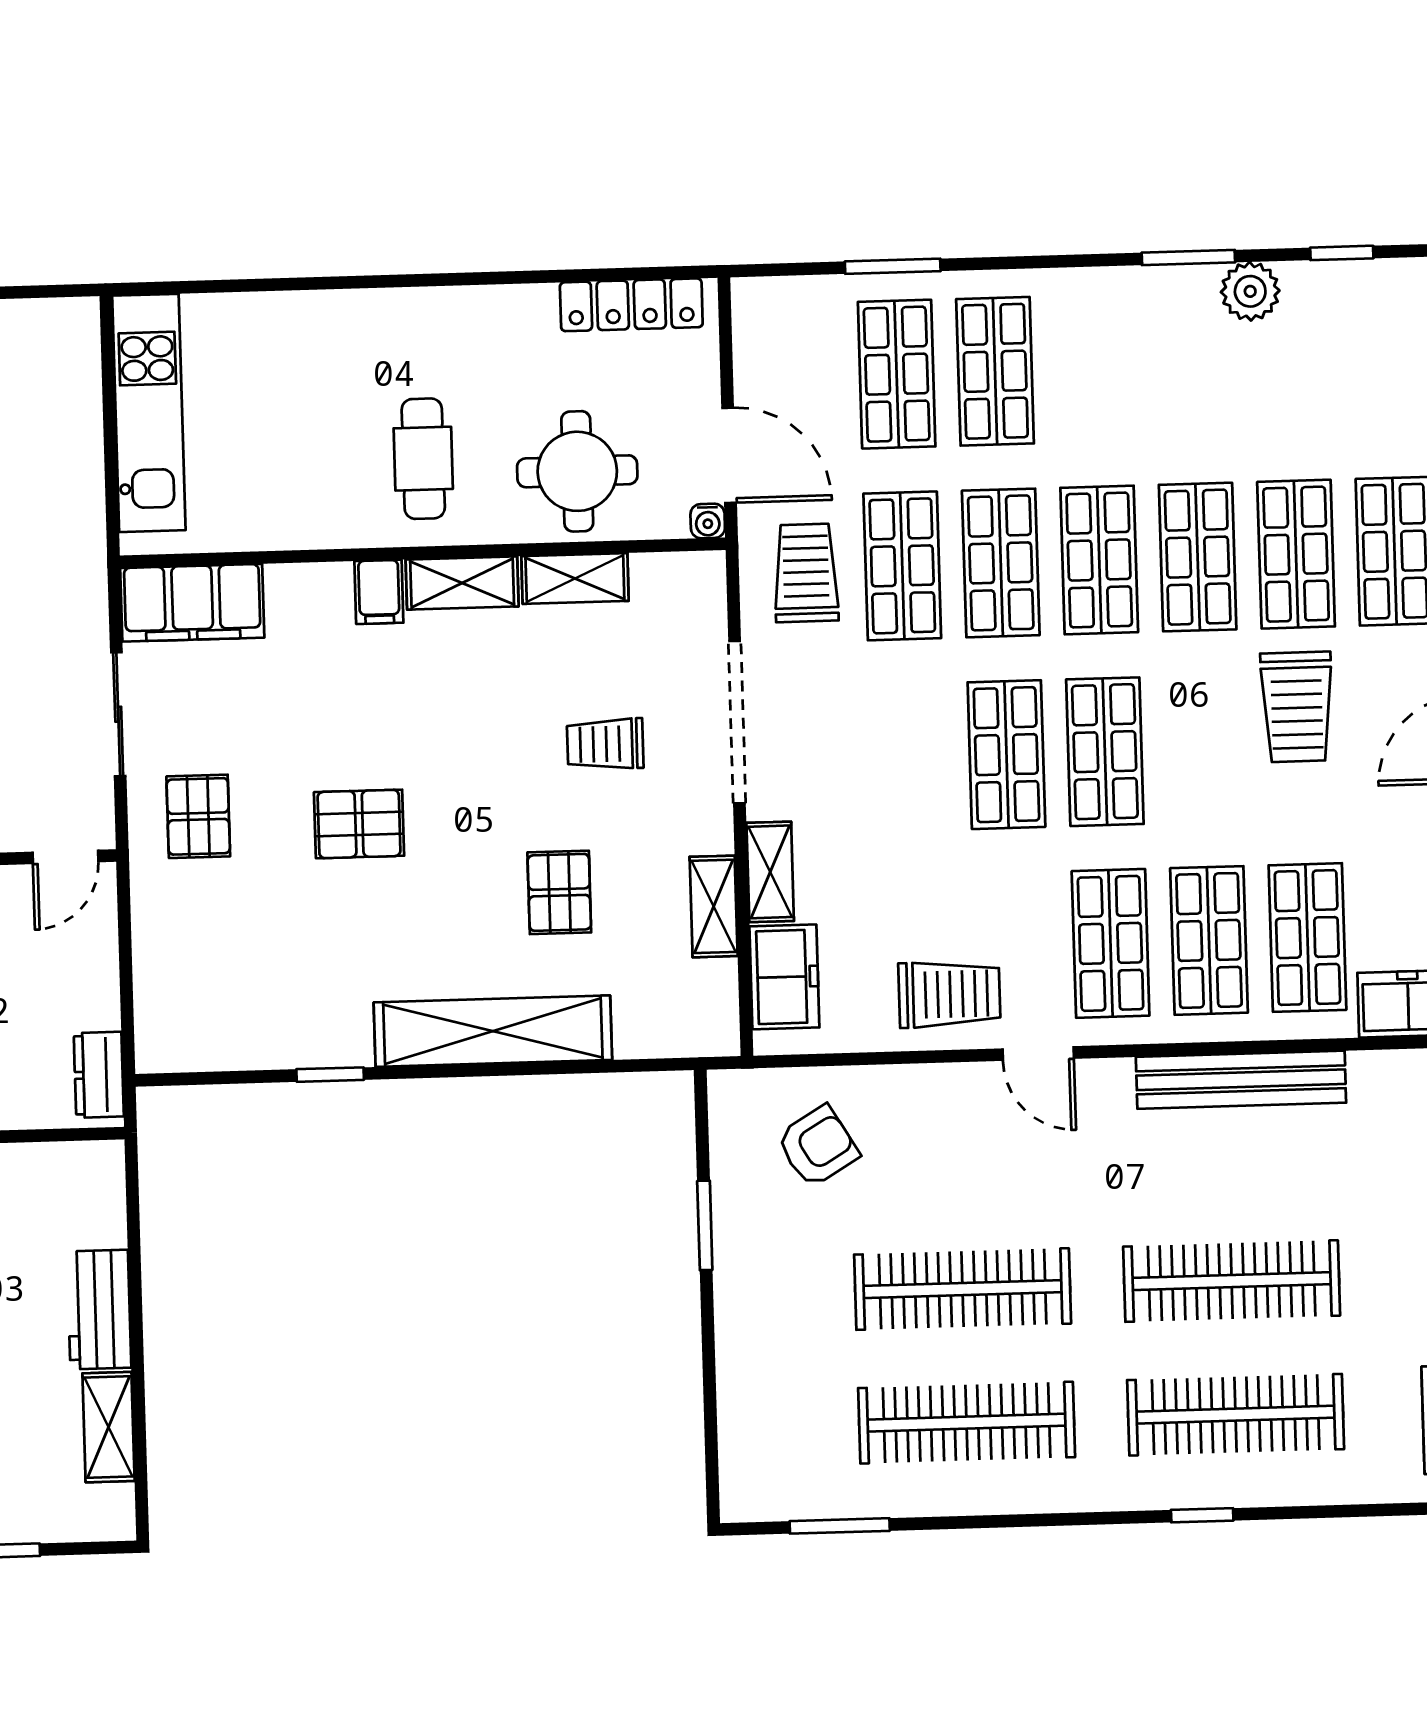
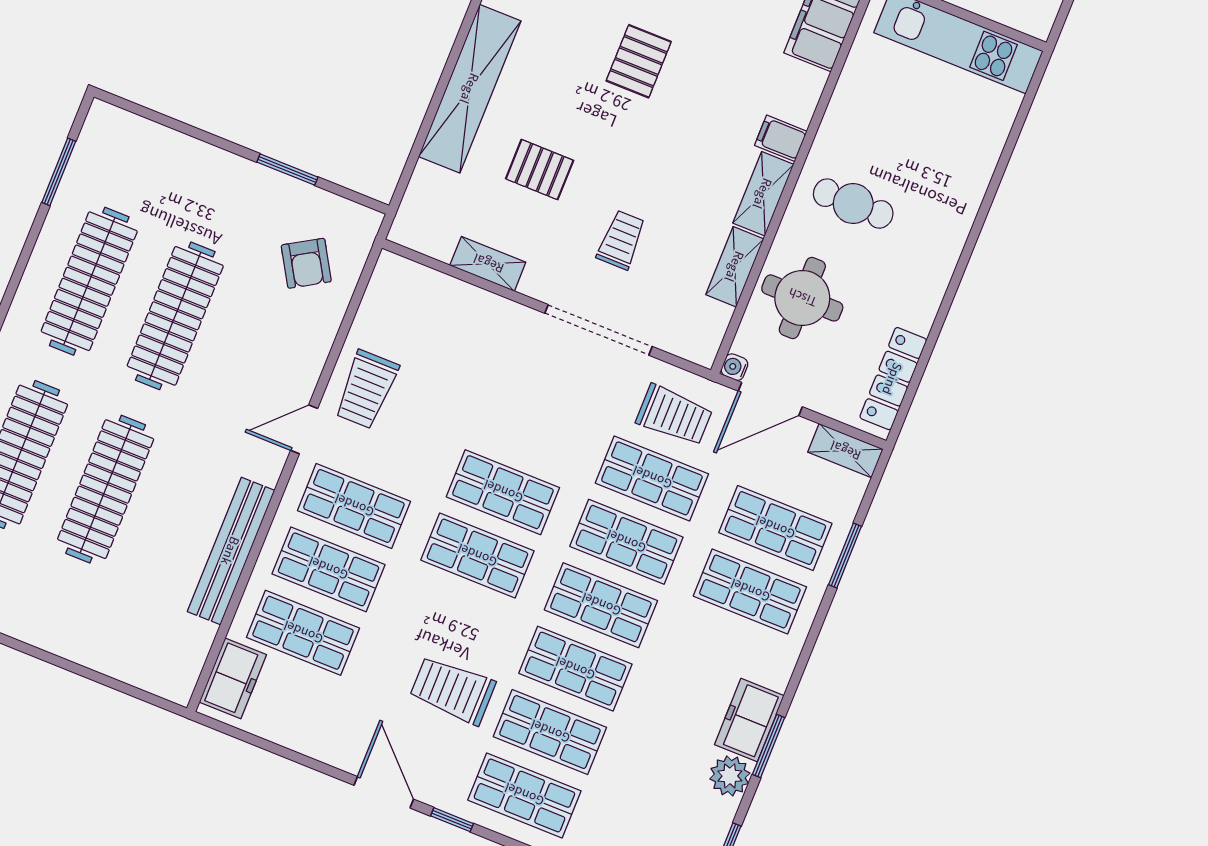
shelving: (770, 872) -> (845, 451), moved
freezer: (784, 977) -> (749, 720), moved, turned 90

